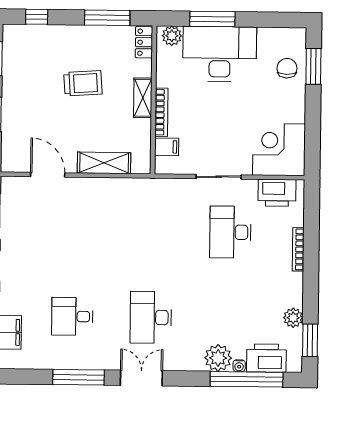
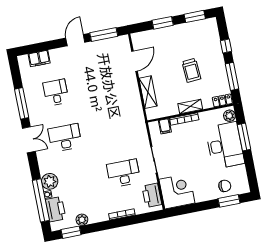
window: (37, 17) -> (226, 46), moved

